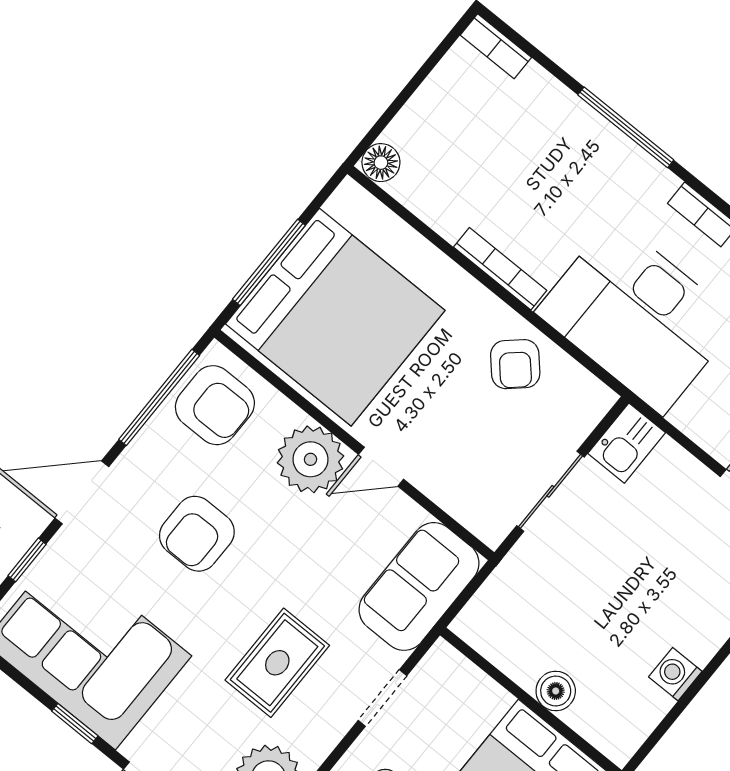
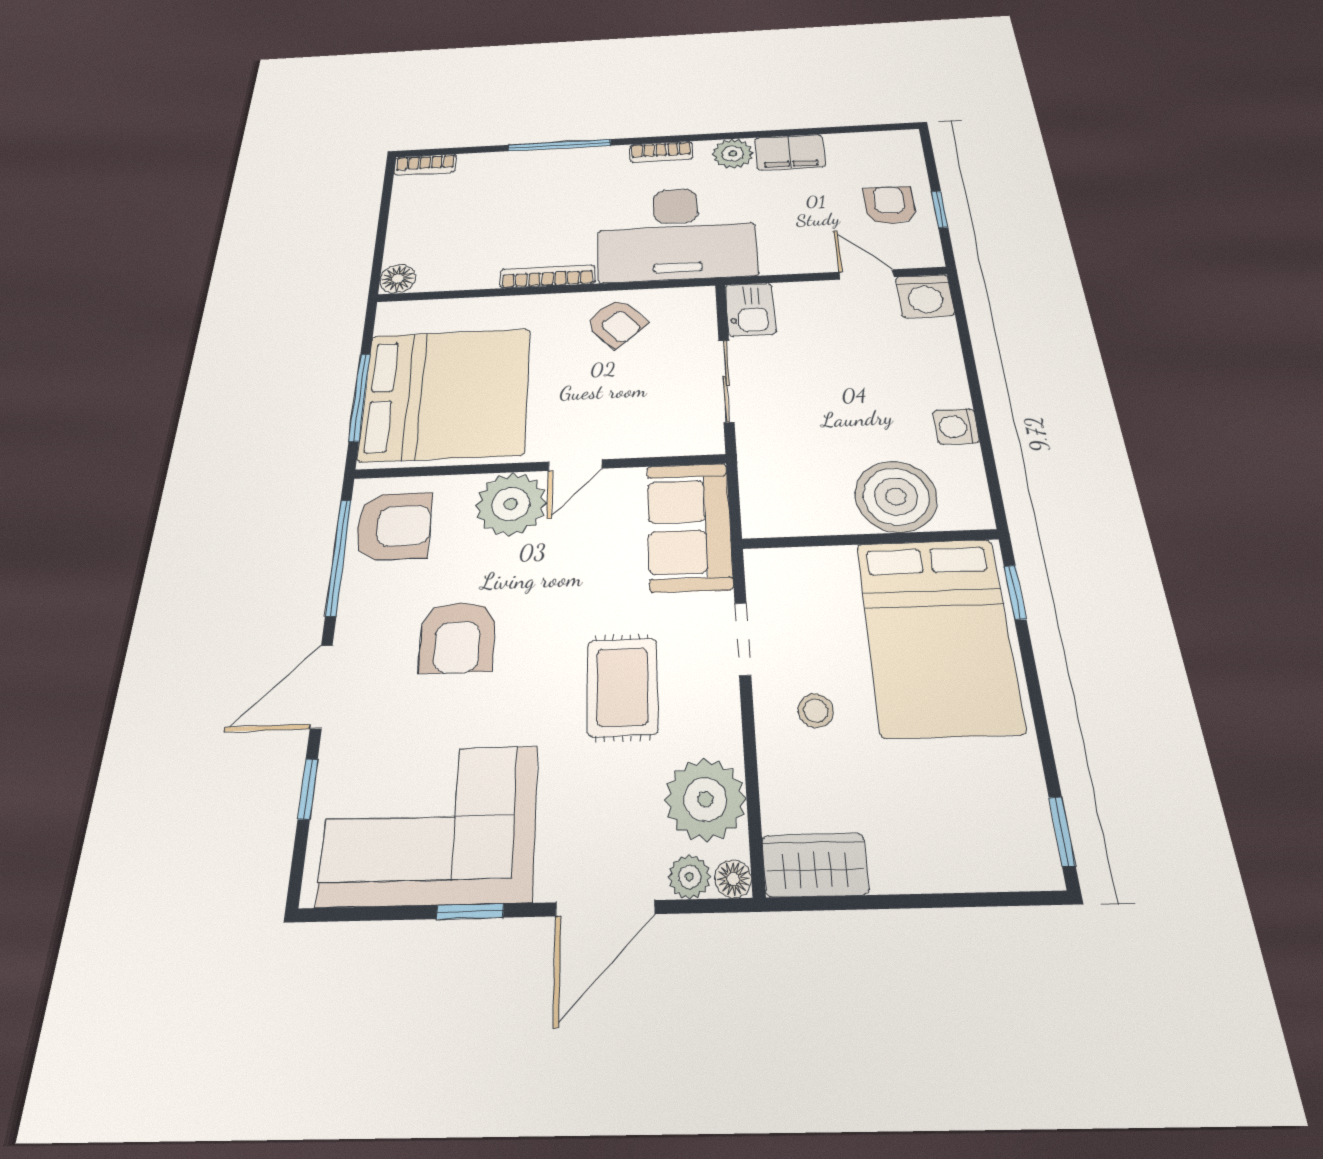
boiler: (556, 691) -> (896, 496), width x1.86, depth x1.86

